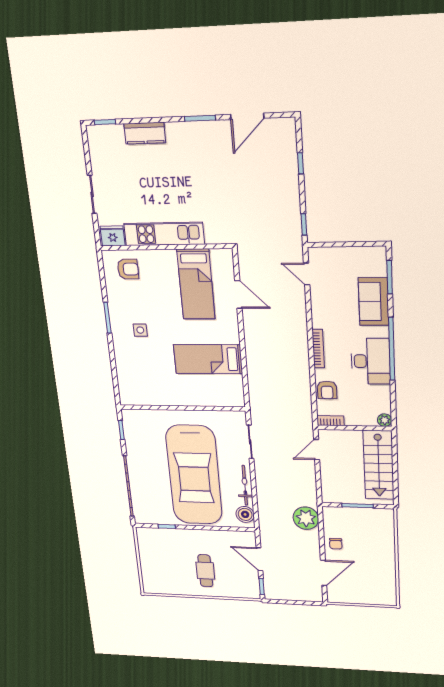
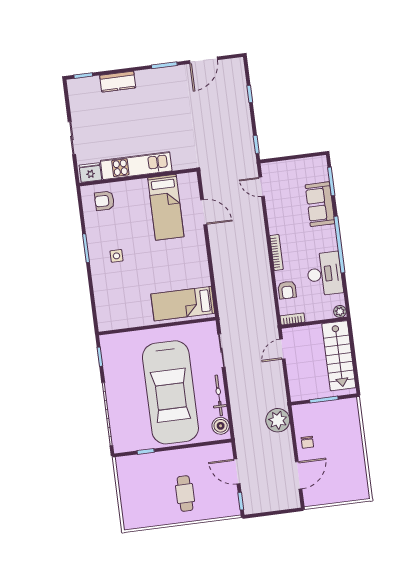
armchair: (128, 269) -> (104, 201), turned 180
bed: (208, 359) -> (183, 304), moved
desk: (371, 361) -> (325, 274), moved

